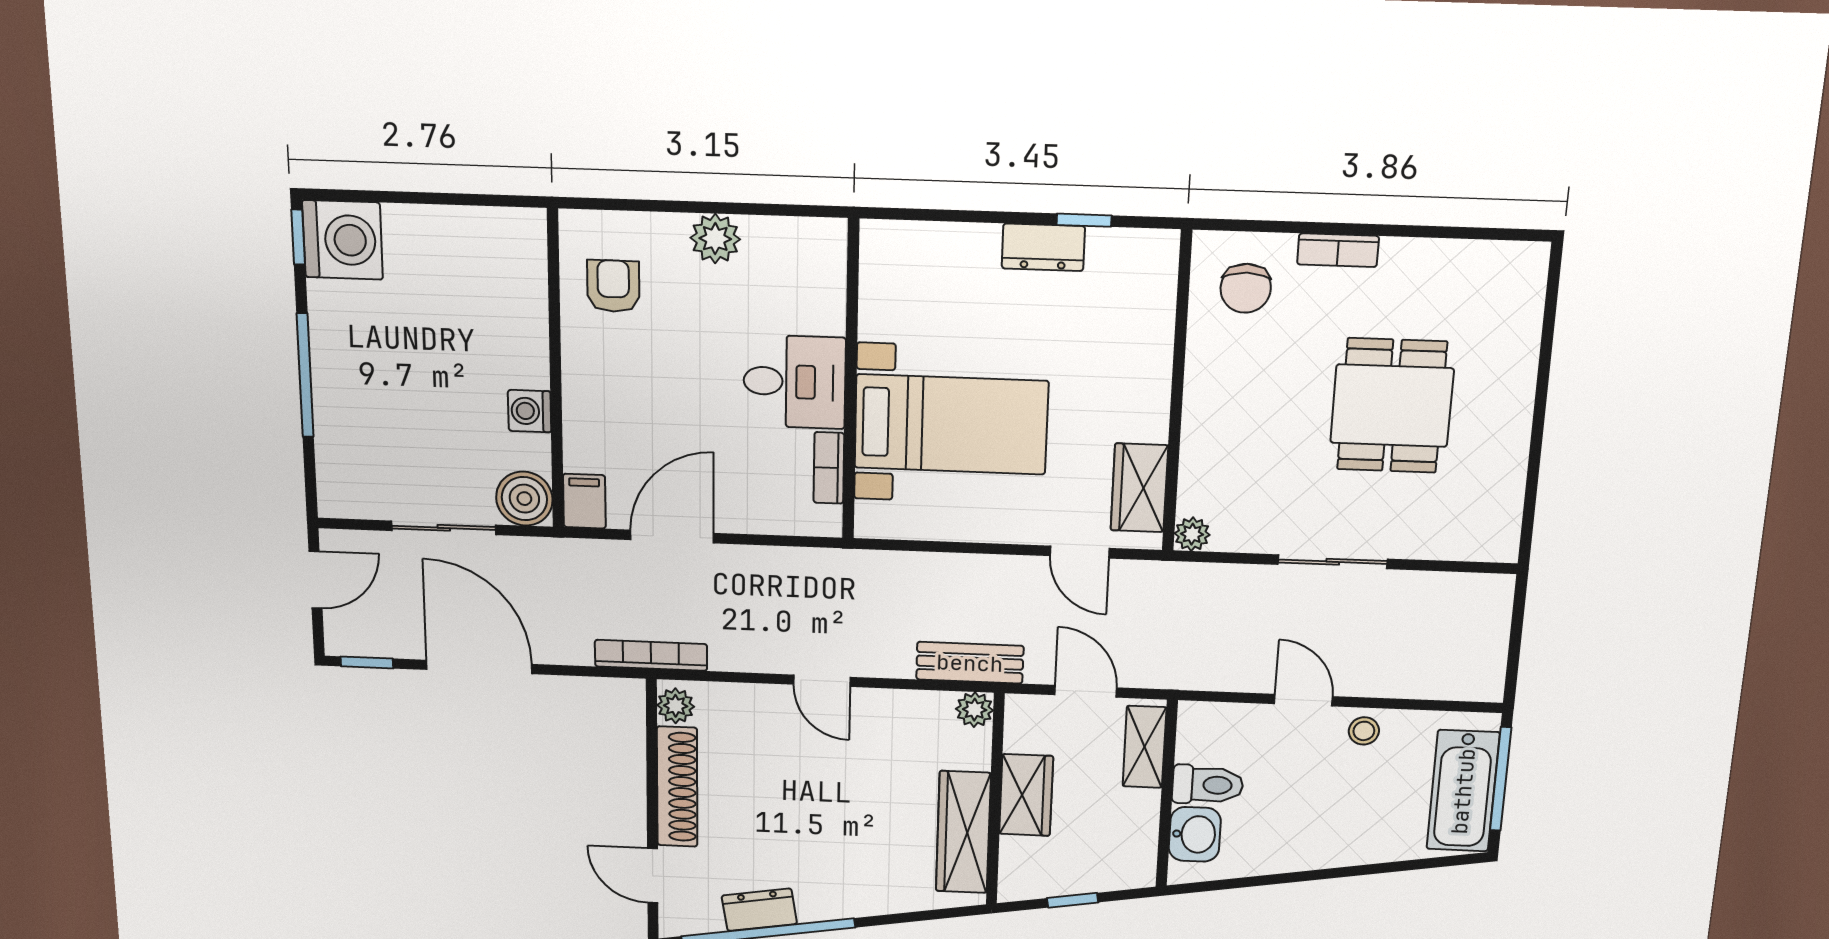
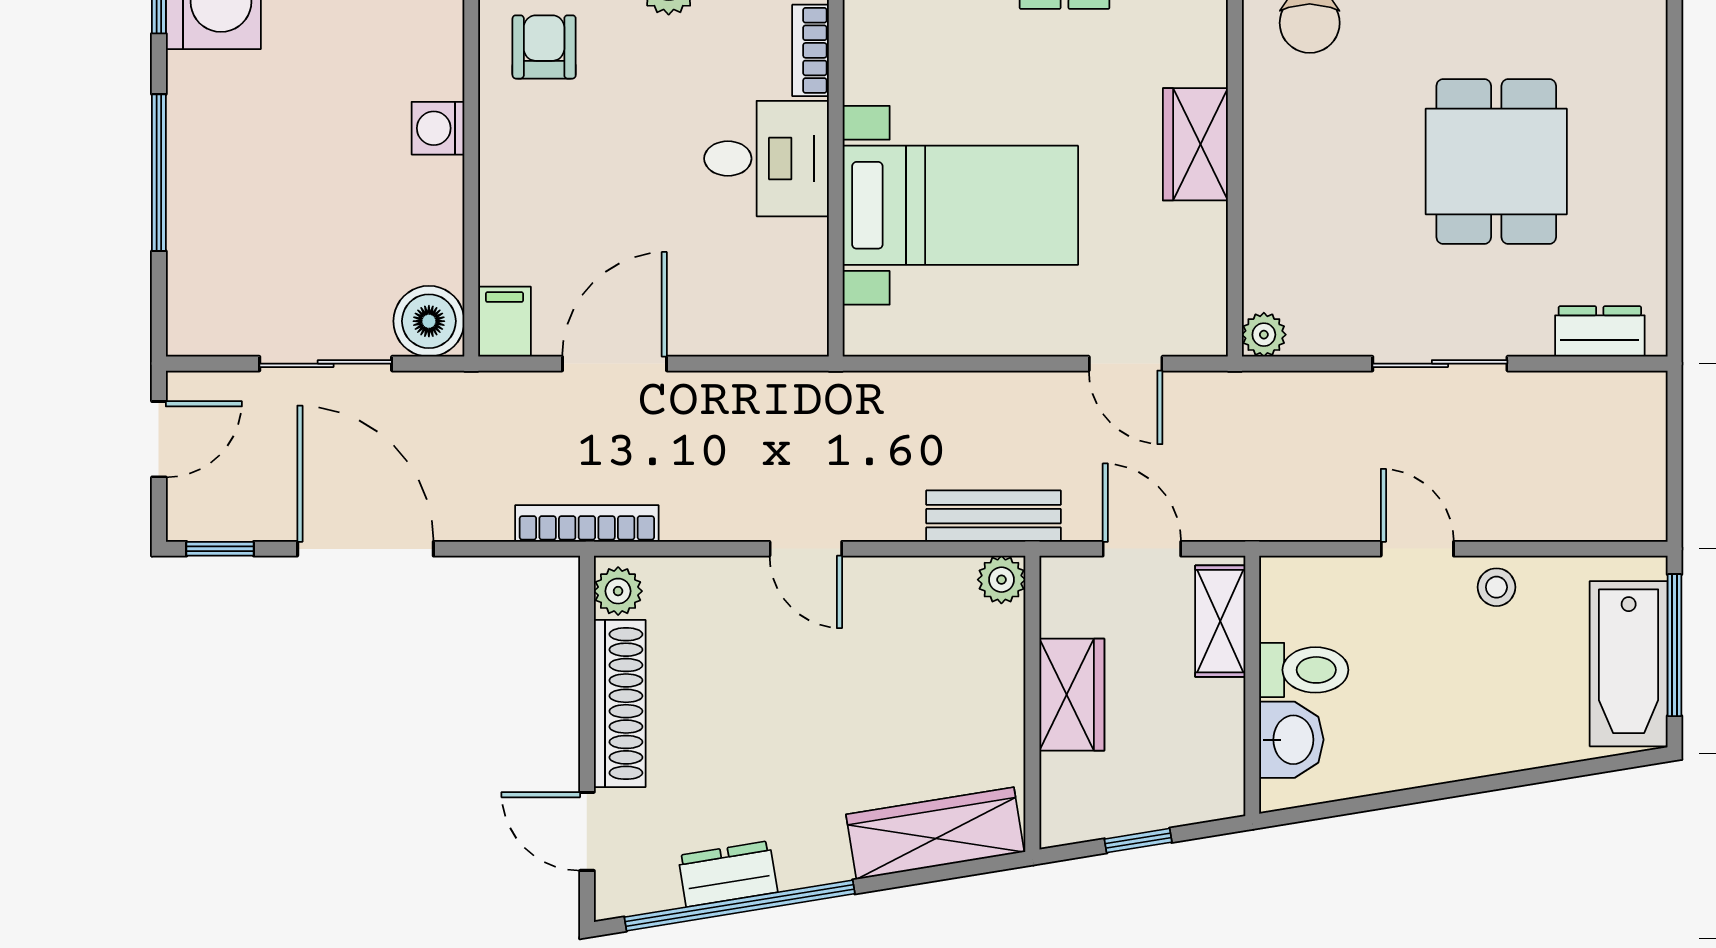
washing machine: (530, 411) -> (438, 128), moved
bookcase: (829, 468) -> (810, 50), moved
wardrobe: (1139, 488) -> (1195, 144), moved
dresser: (1465, 542) -> (1600, 331), added
wardrobe: (963, 832) -> (935, 833), moved, turned 81

